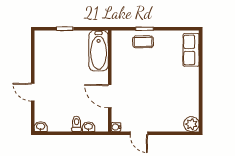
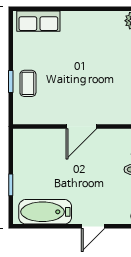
bathtub: (99, 51) -> (45, 212), moved, turned 180
door: (110, 96) -> (81, 126), moved

